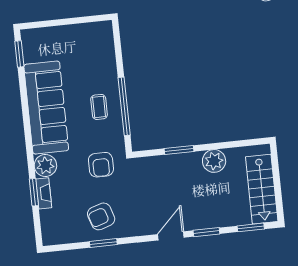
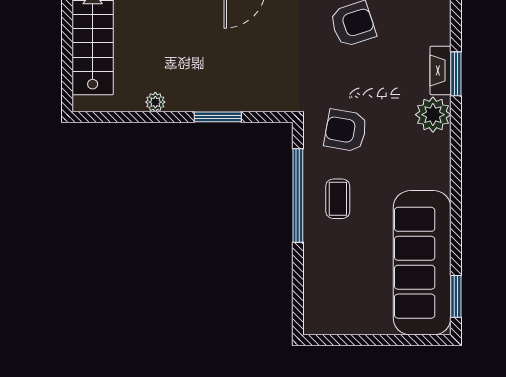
sofa: (46, 108) -> (422, 263), moved
plant: (214, 161) -> (155, 102), width x0.53, depth x0.53
armchair: (101, 165) -> (346, 130), moved, turned -80

